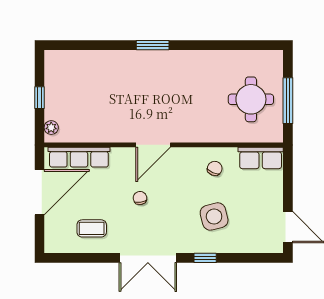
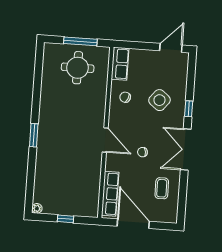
plant: (51, 128) -> (37, 208), moved
side table: (214, 216) -> (159, 100), turned -37
double door: (148, 258) -> (186, 150), swing flipped

